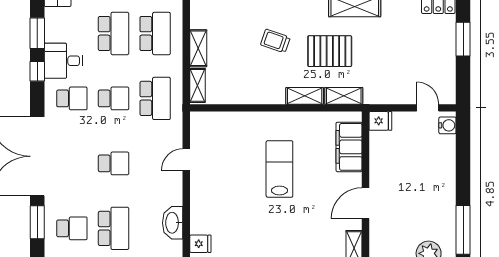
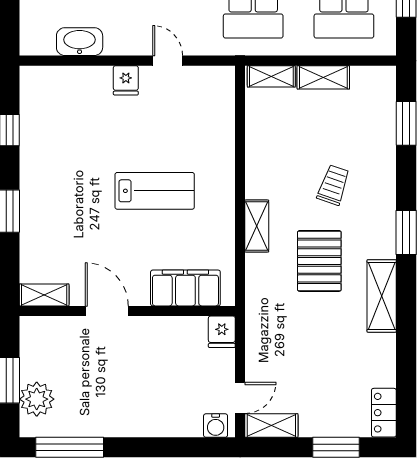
shelving: (344, 96) -> (271, 426), moved, turned 90
fridge: (200, 244) -> (126, 80), moved

